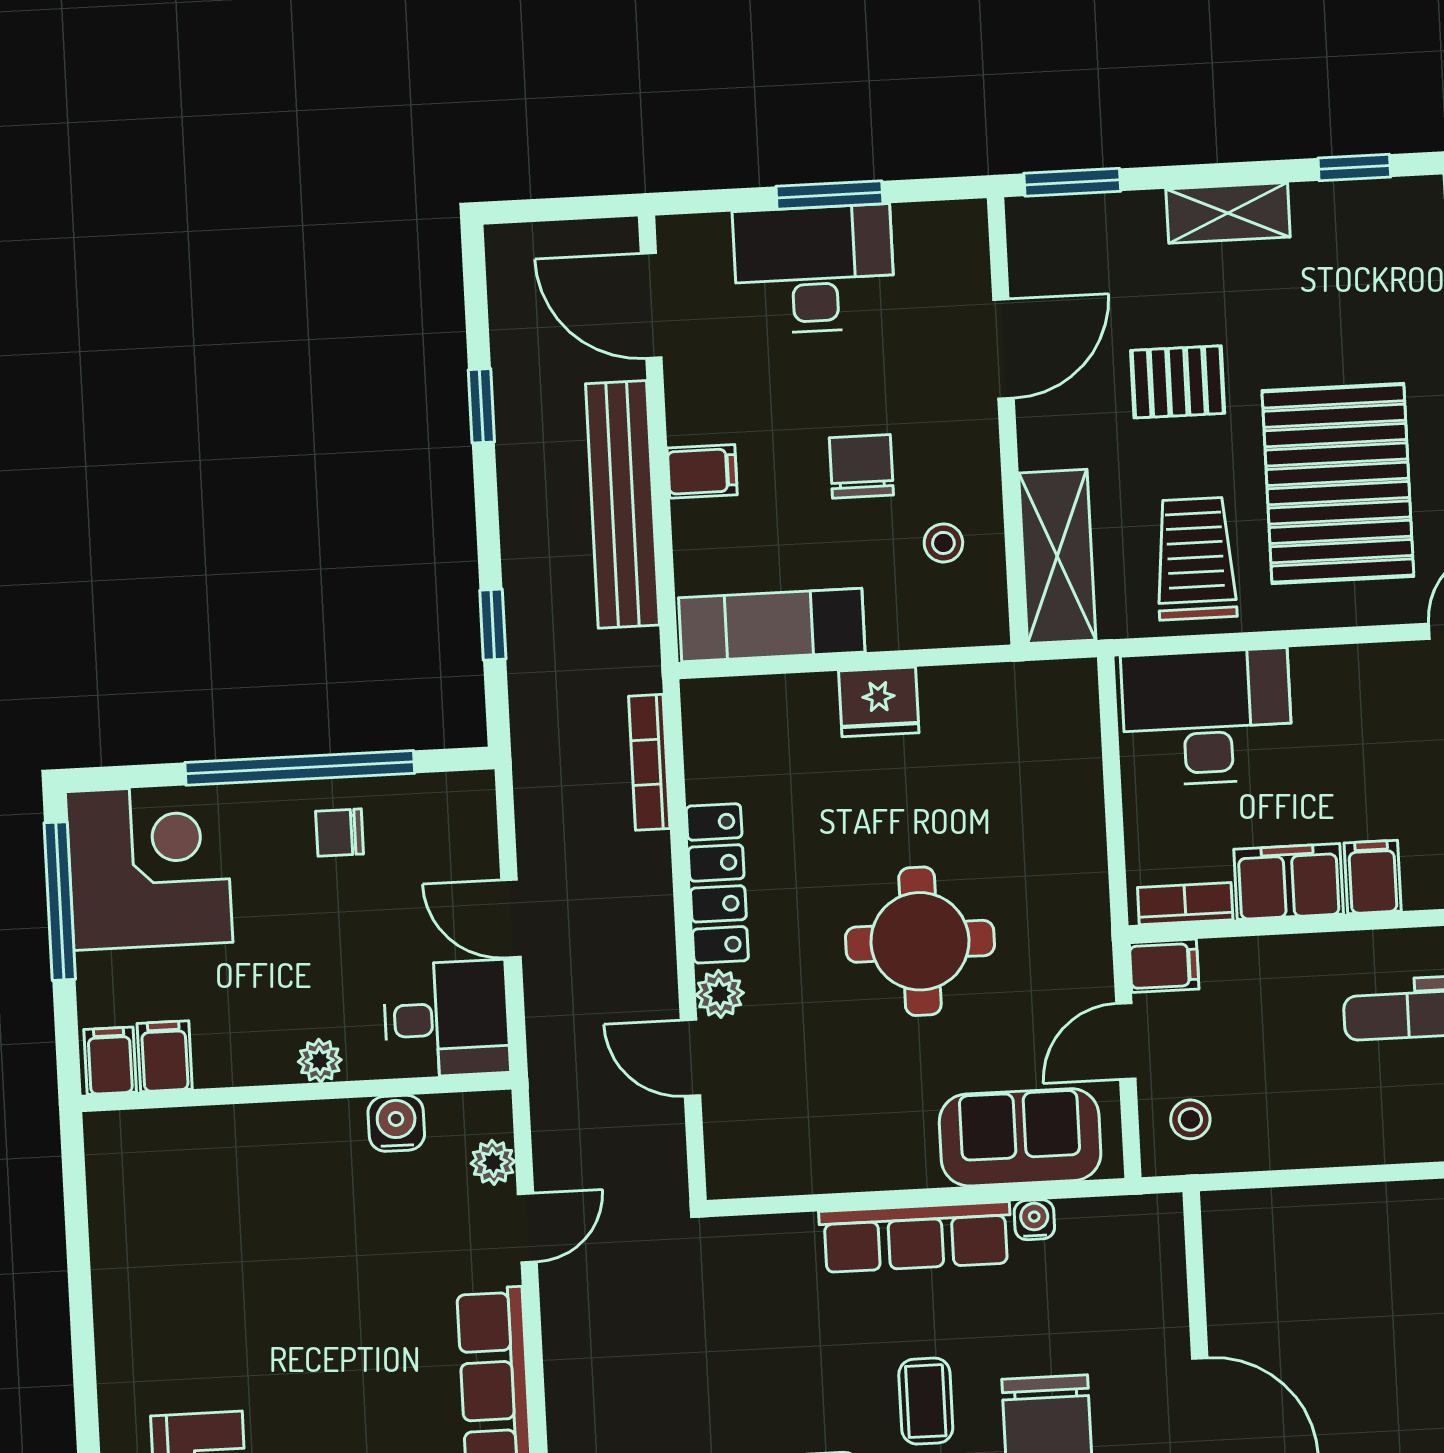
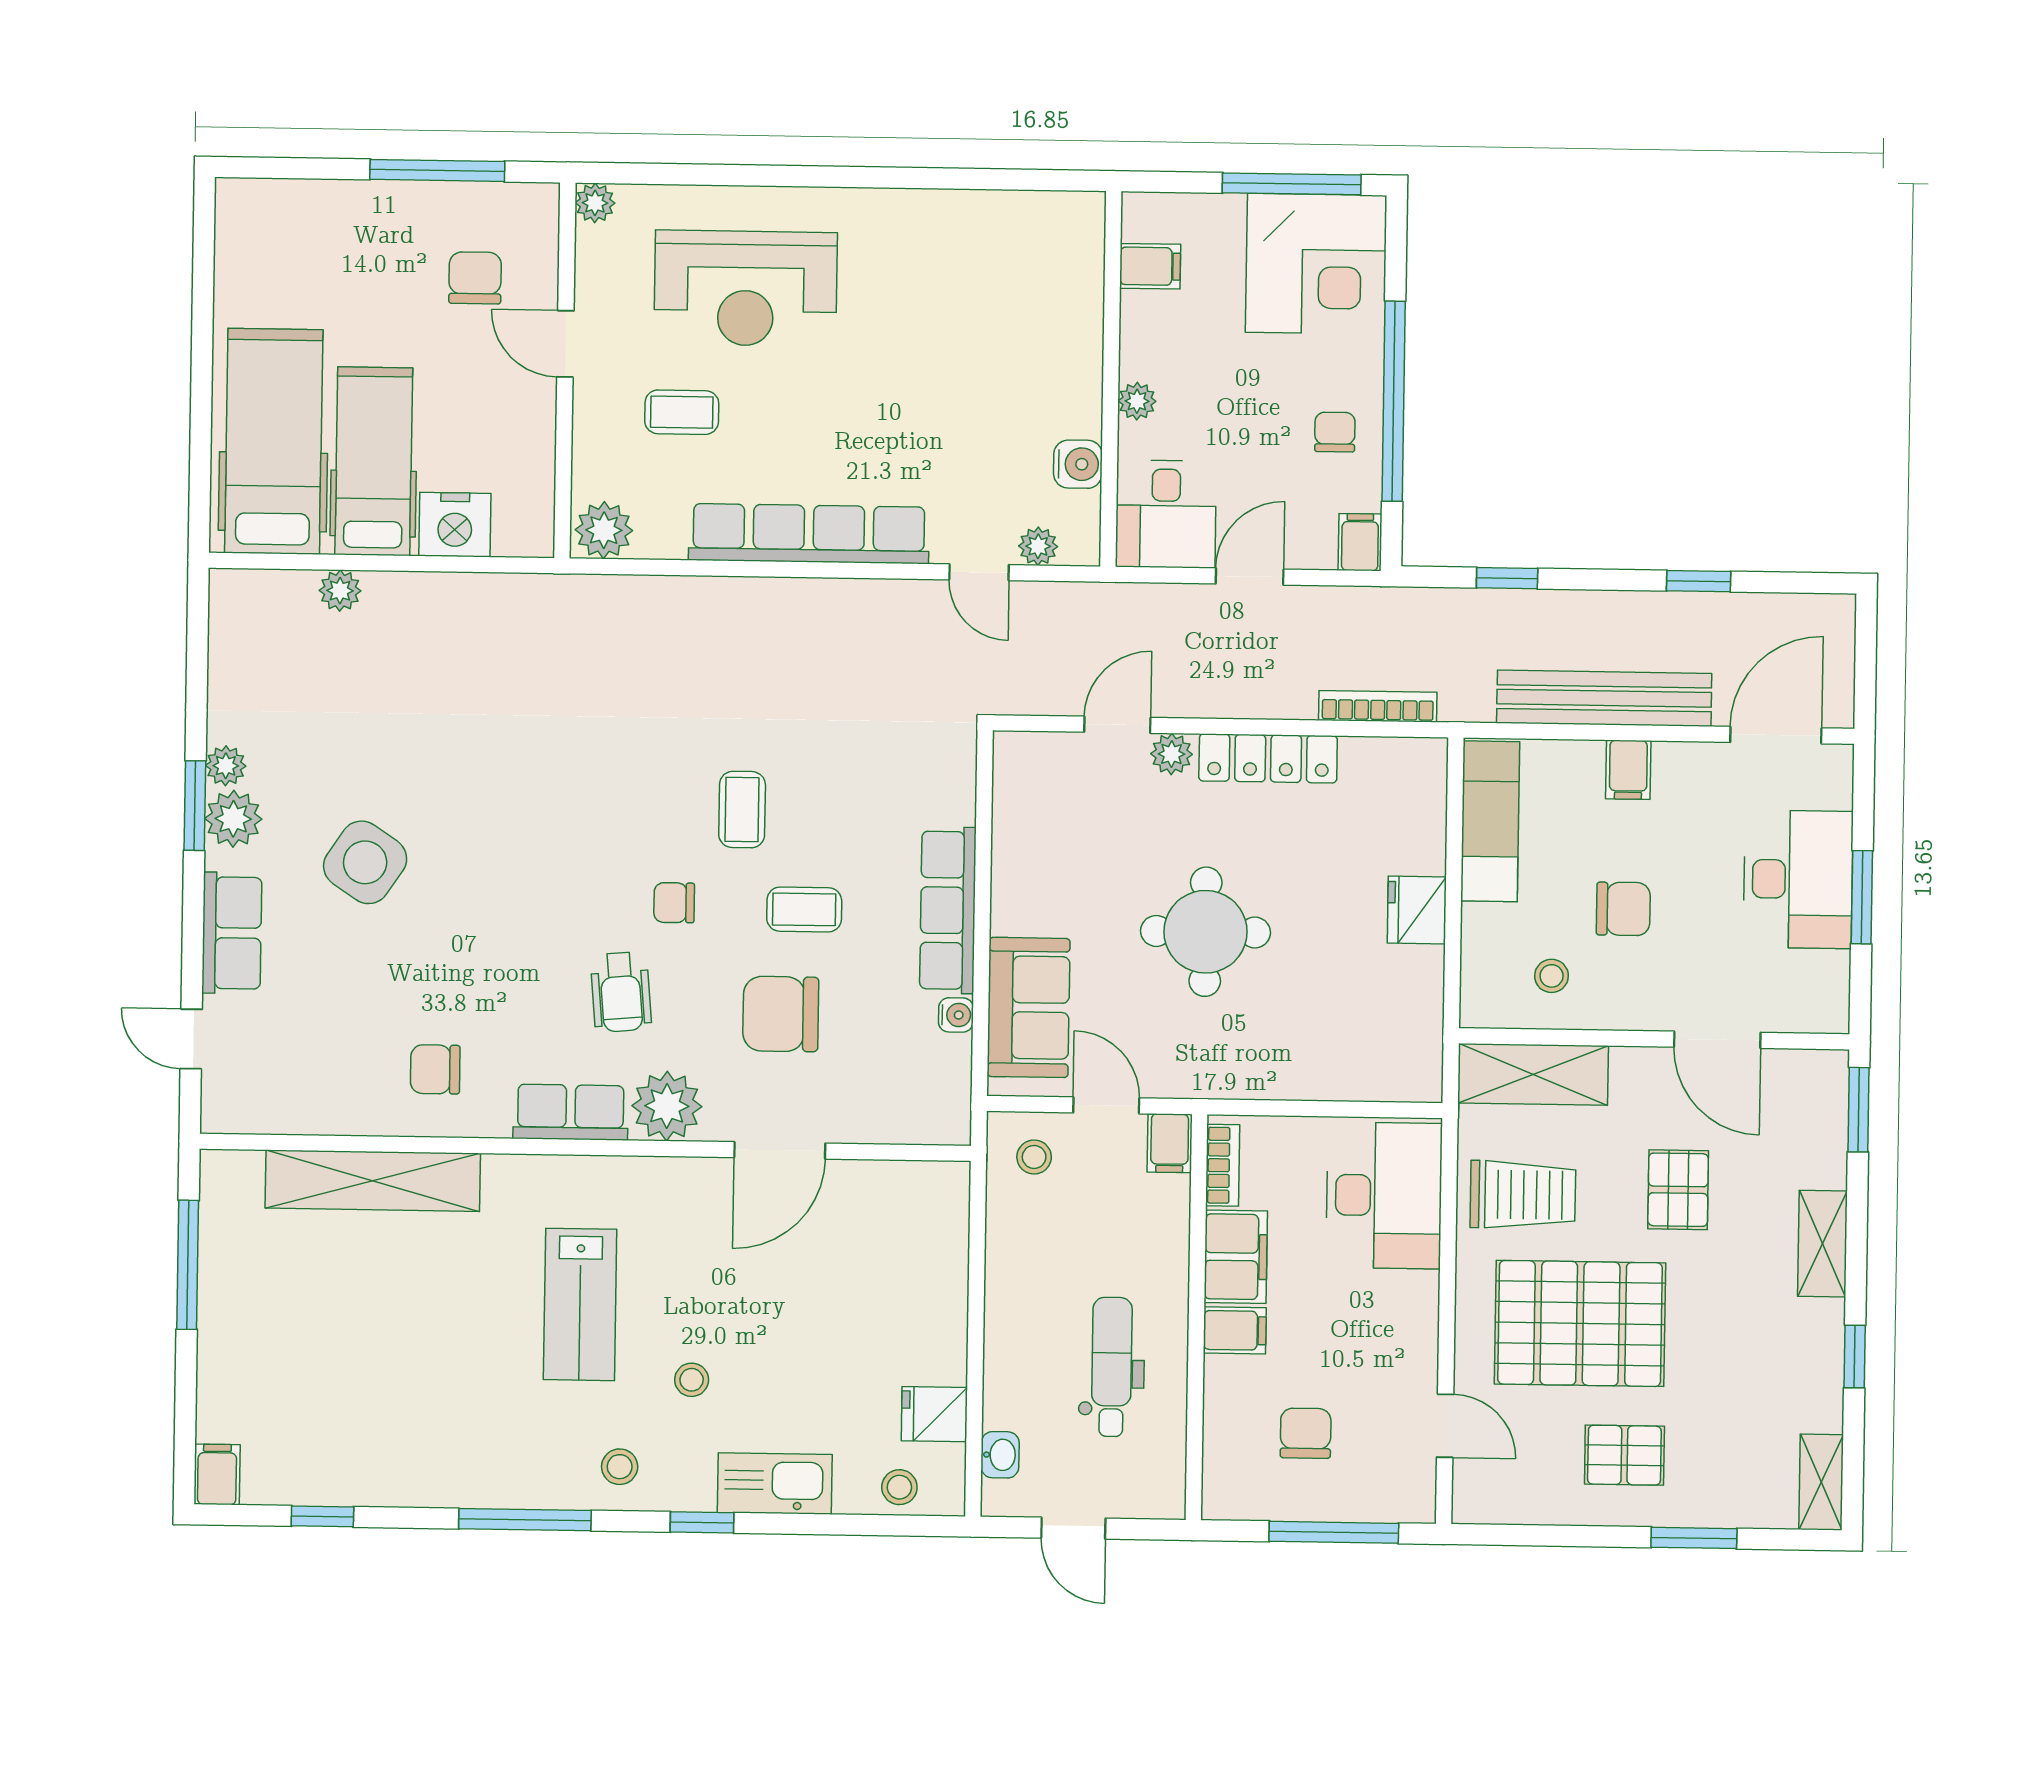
filing cabinet: (110, 1061) -> (1360, 542), moved, turned -90

